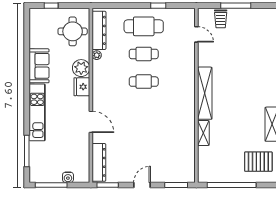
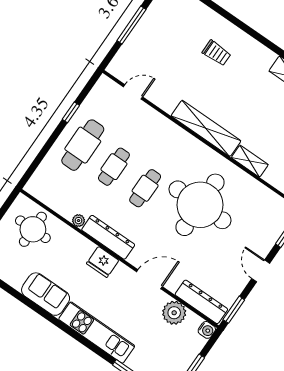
trolley: (221, 19) -> (217, 53), moved
dresser: (99, 30) -> (108, 237), moved
plant: (81, 68) -> (174, 313), moved
round table: (157, 121) -> (200, 205), added
water cooler: (68, 177) -> (207, 330), moved

